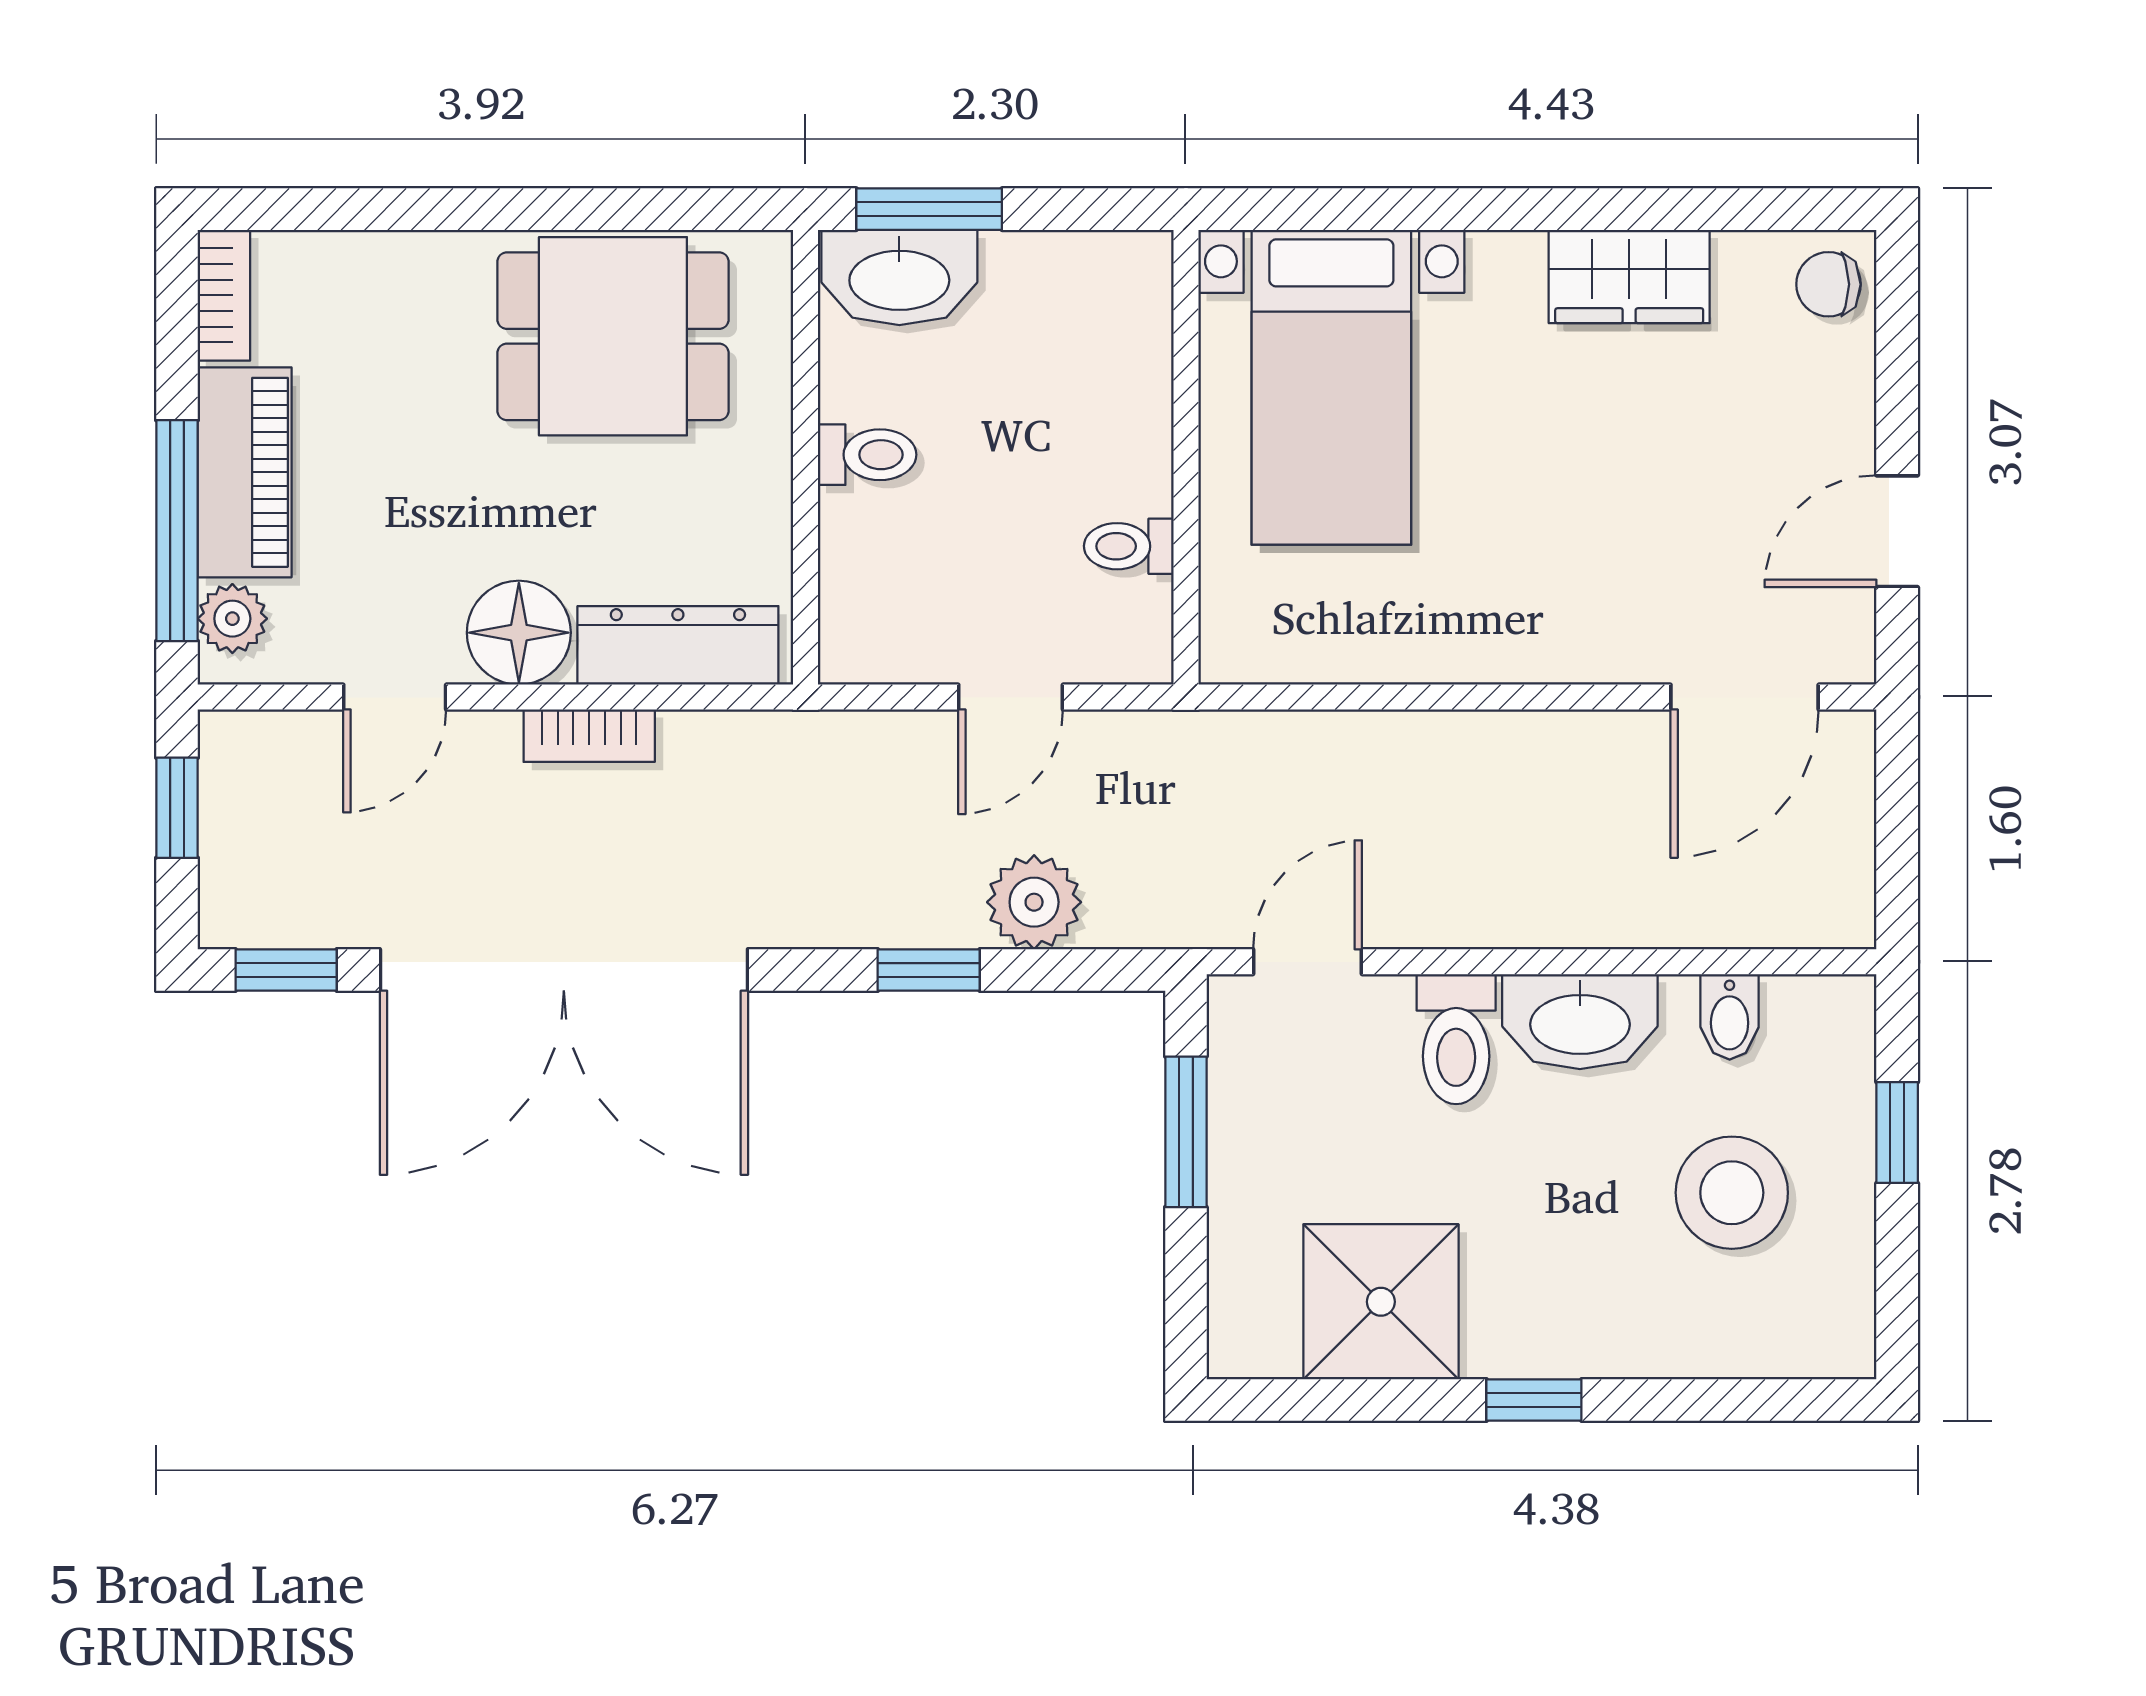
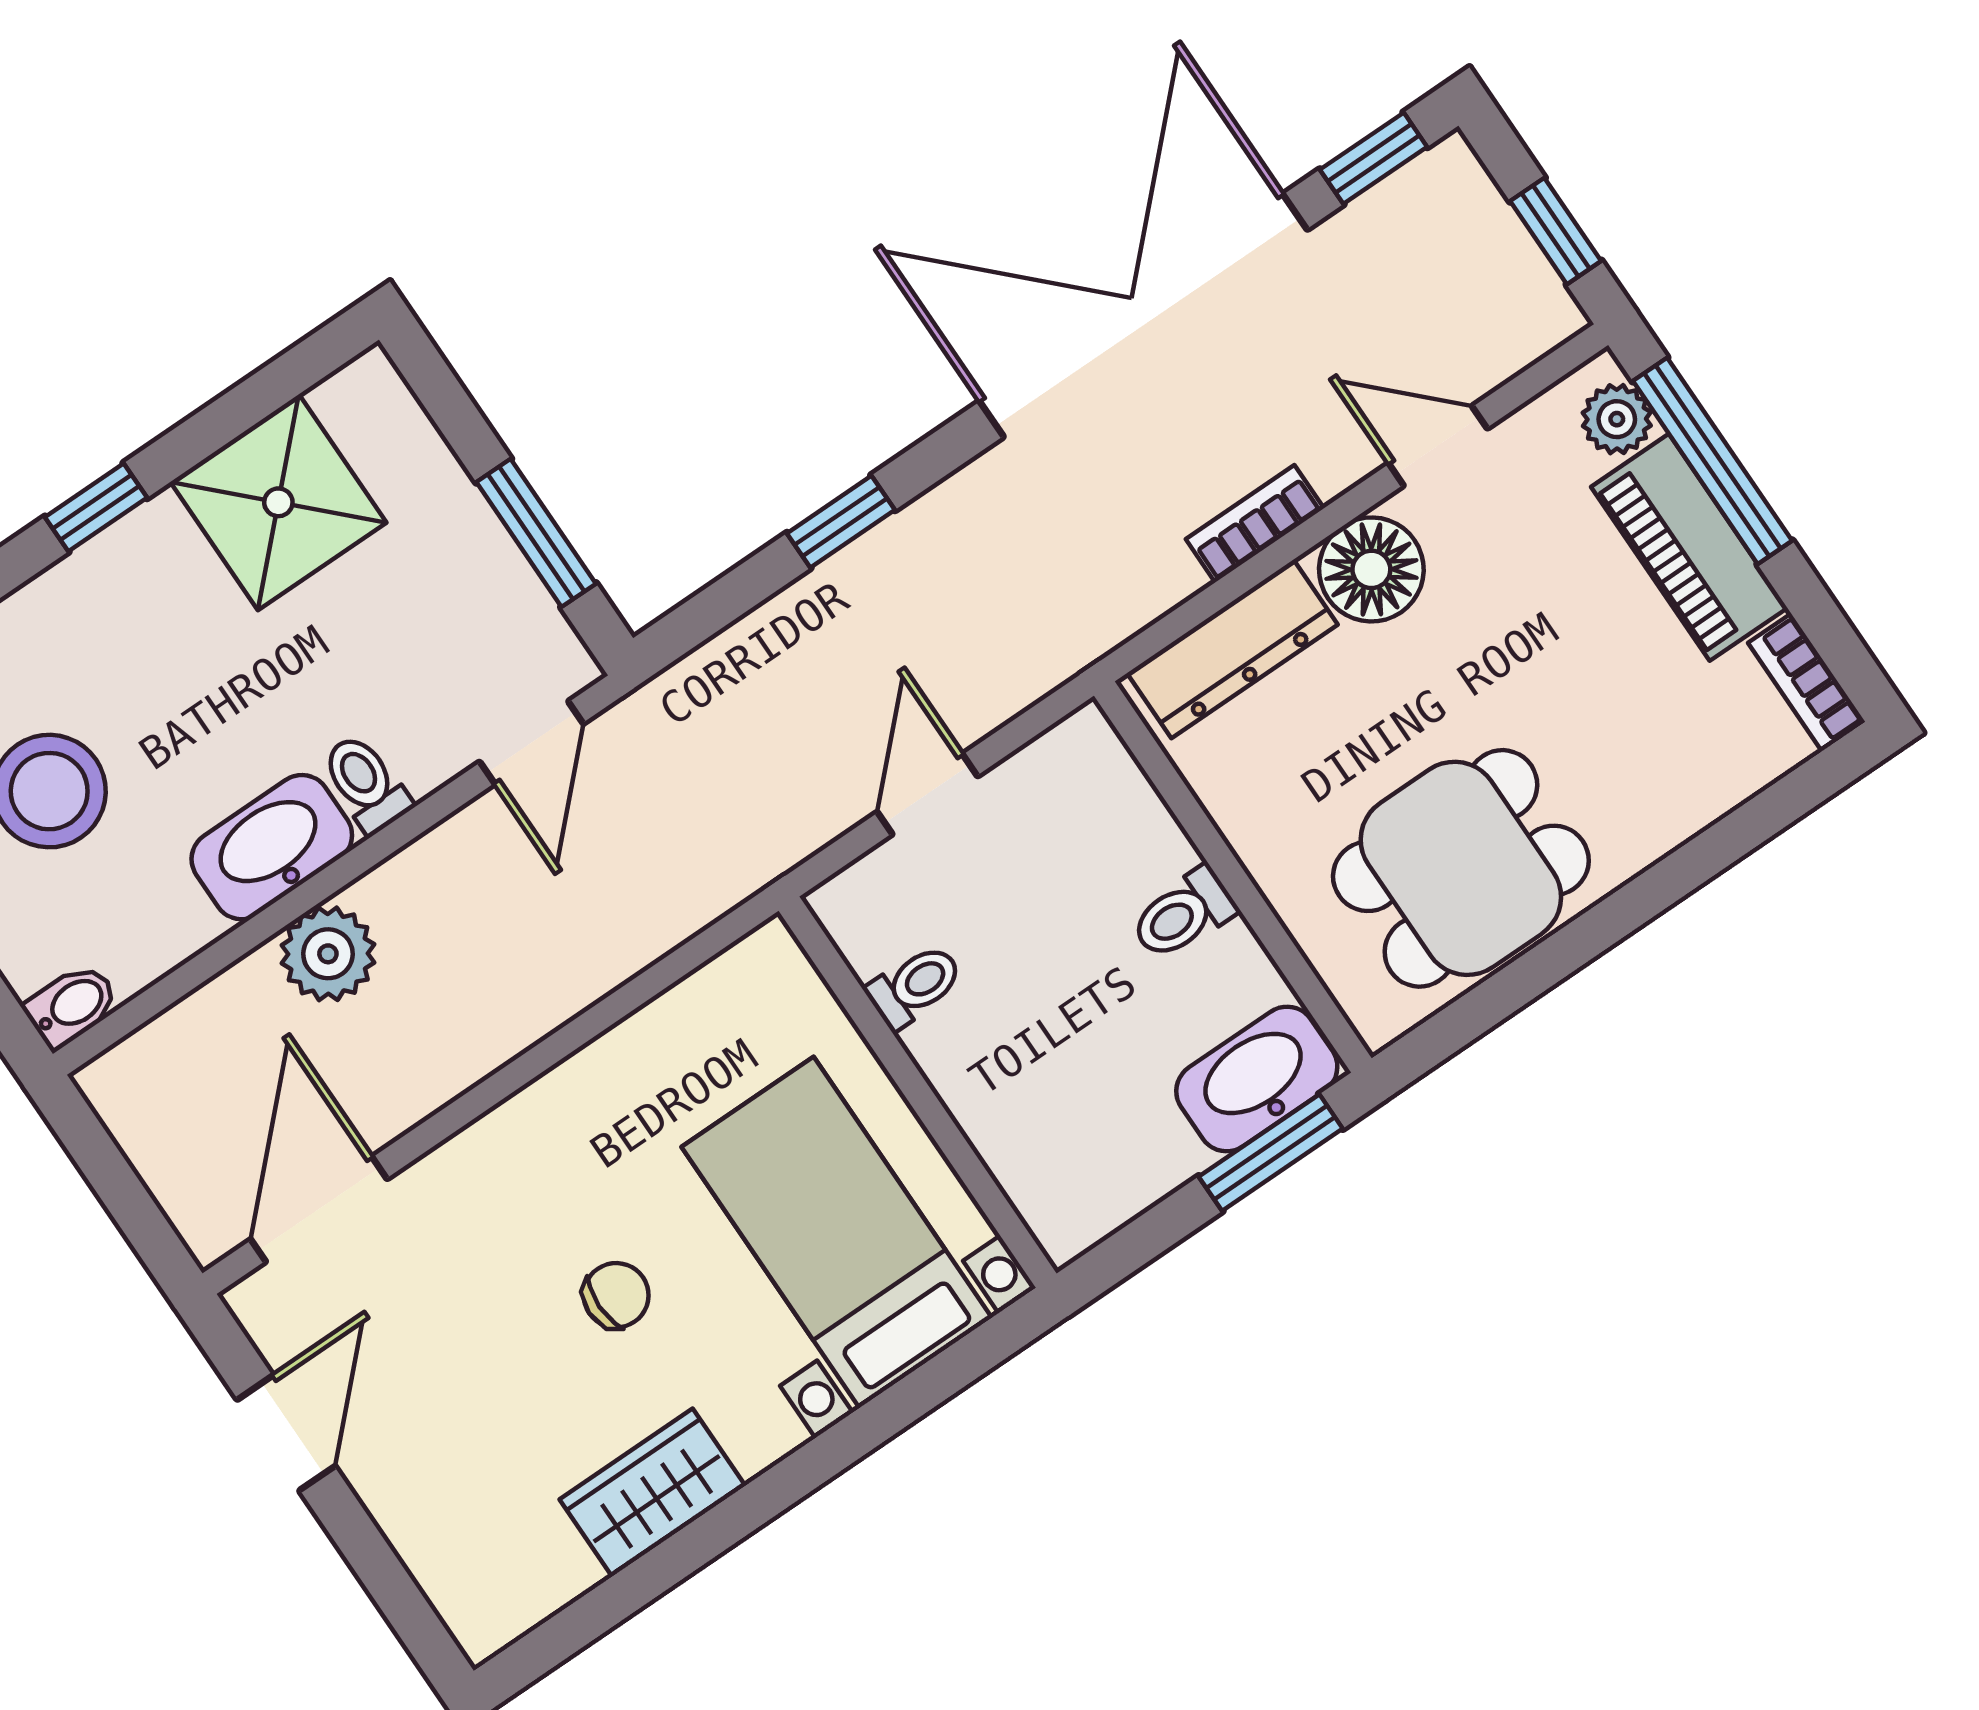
chair: (1829, 284) -> (616, 1295), moved
door: (395, 697) -> (1438, 446), hinge flipped
plant: (1034, 902) -> (328, 954), moved
bidet: (1730, 1017) -> (72, 1006), moved, turned 90
toilet: (1456, 1039) -> (366, 784), width x0.73, depth x0.72

